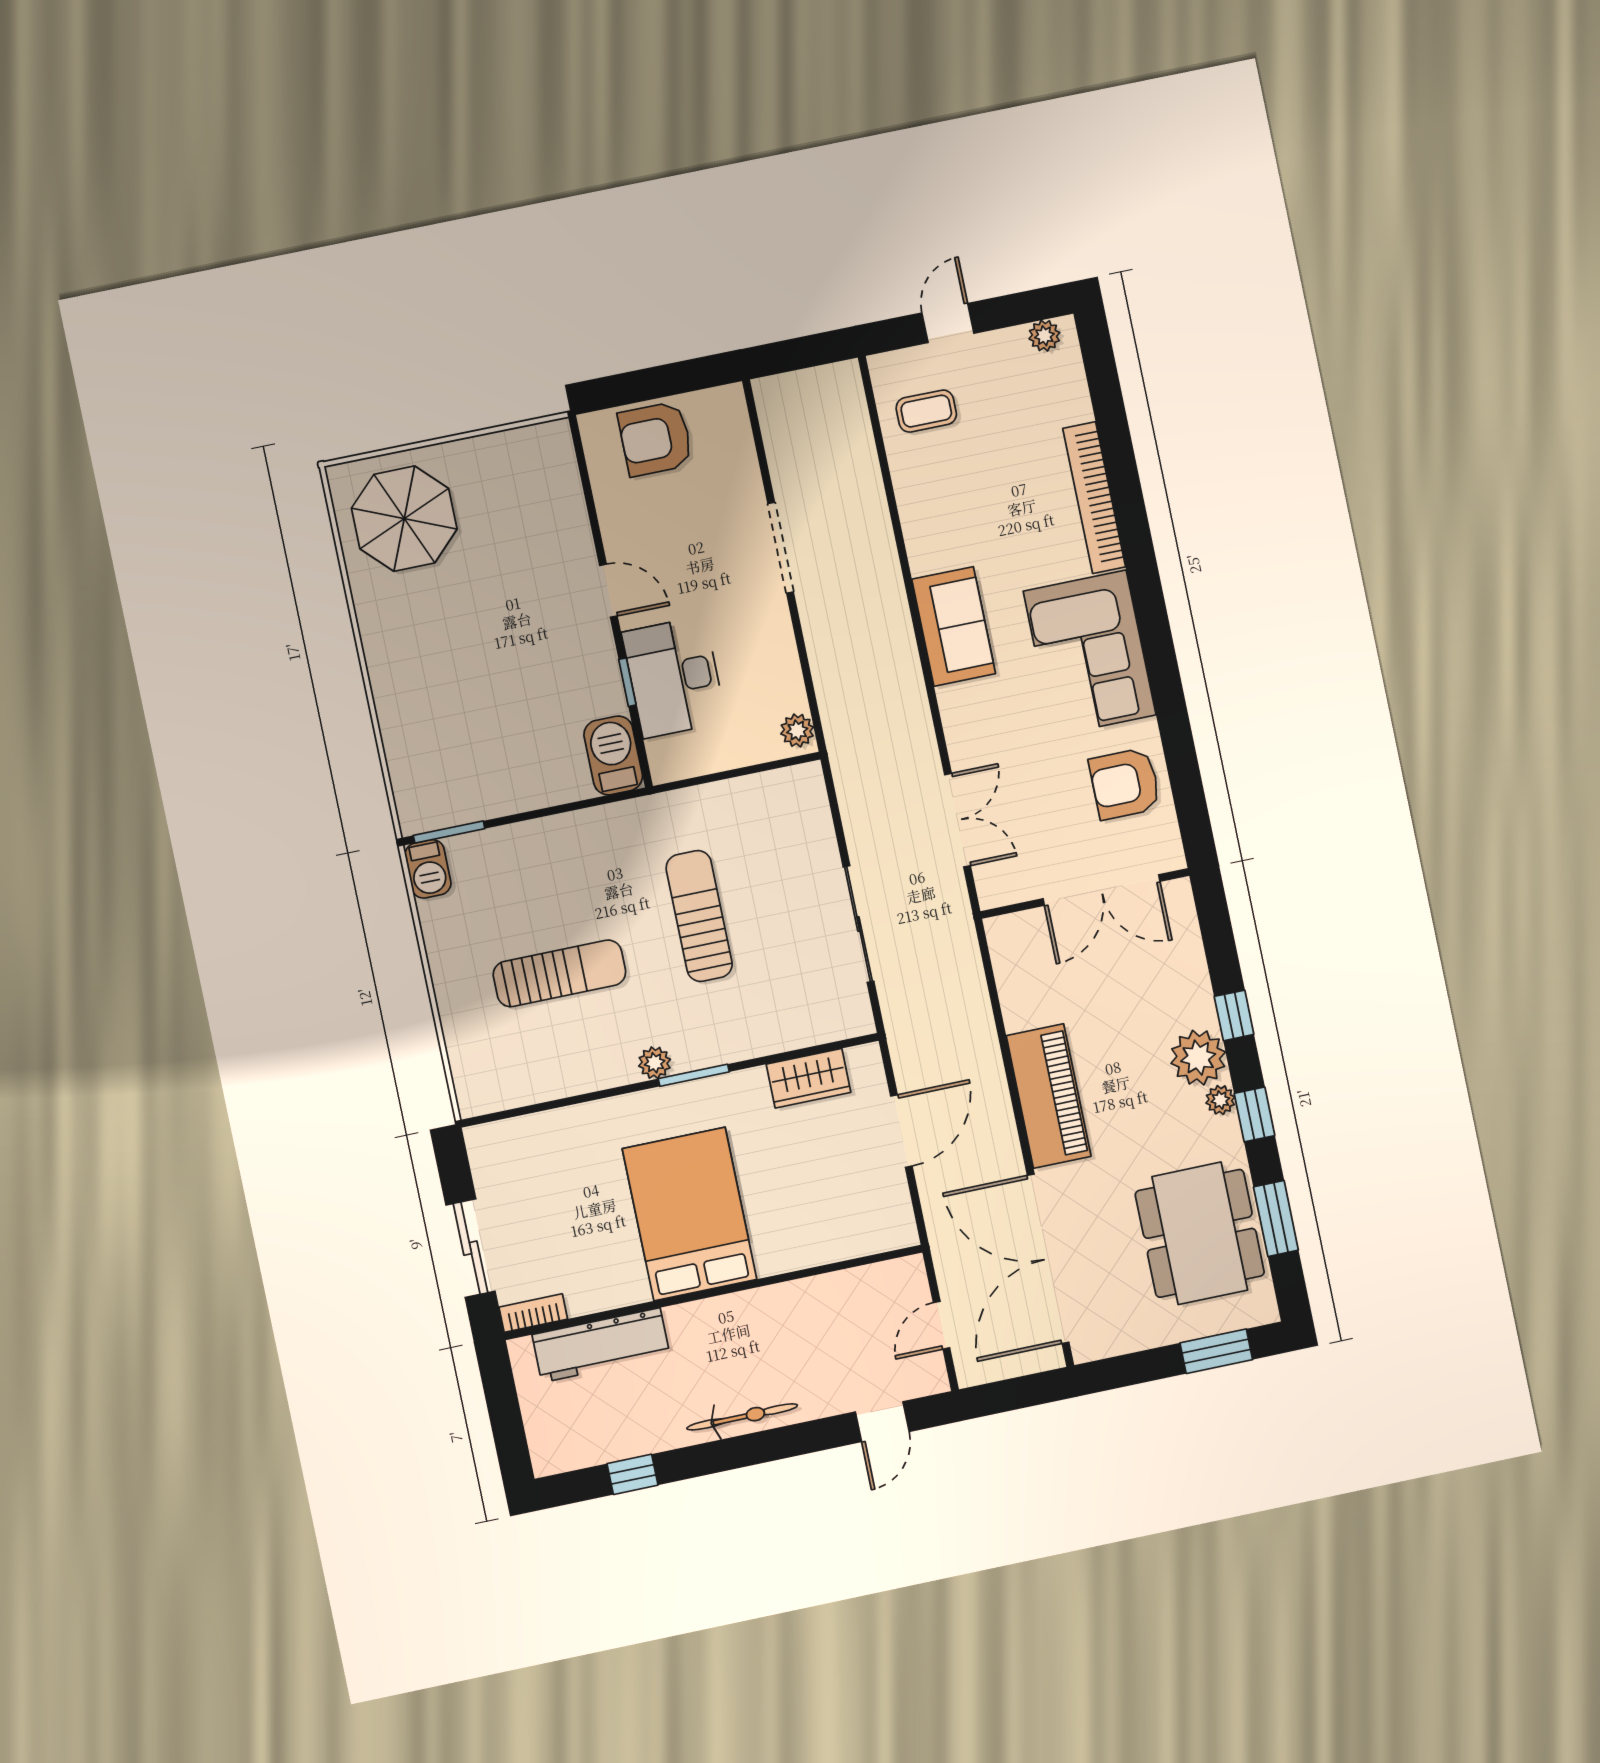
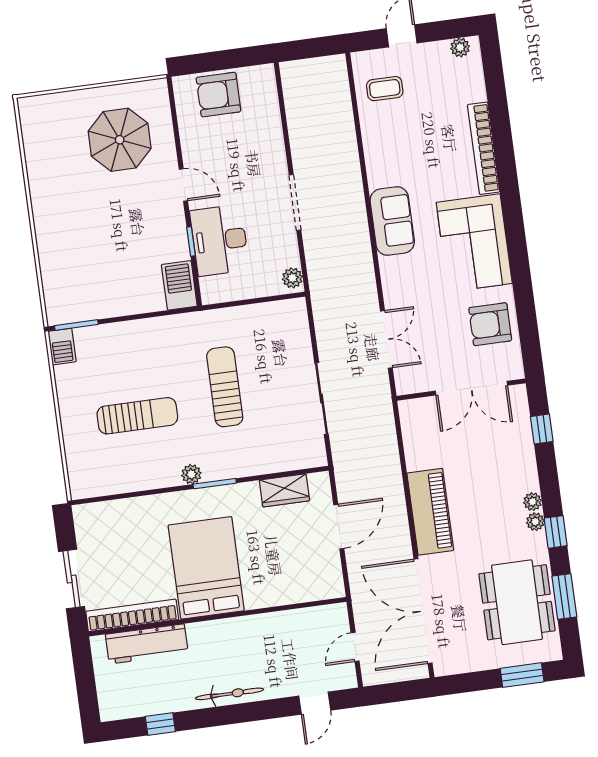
parasol: (404, 519) -> (120, 140), moved
doorway: (781, 548) -> (295, 203), moved
window: (1234, 1015) -> (542, 429), moved
plant: (1198, 1058) -> (533, 502), width x0.53, depth x0.53
bookcase: (533, 1313) -> (132, 615), width x2.31, depth x1.31

